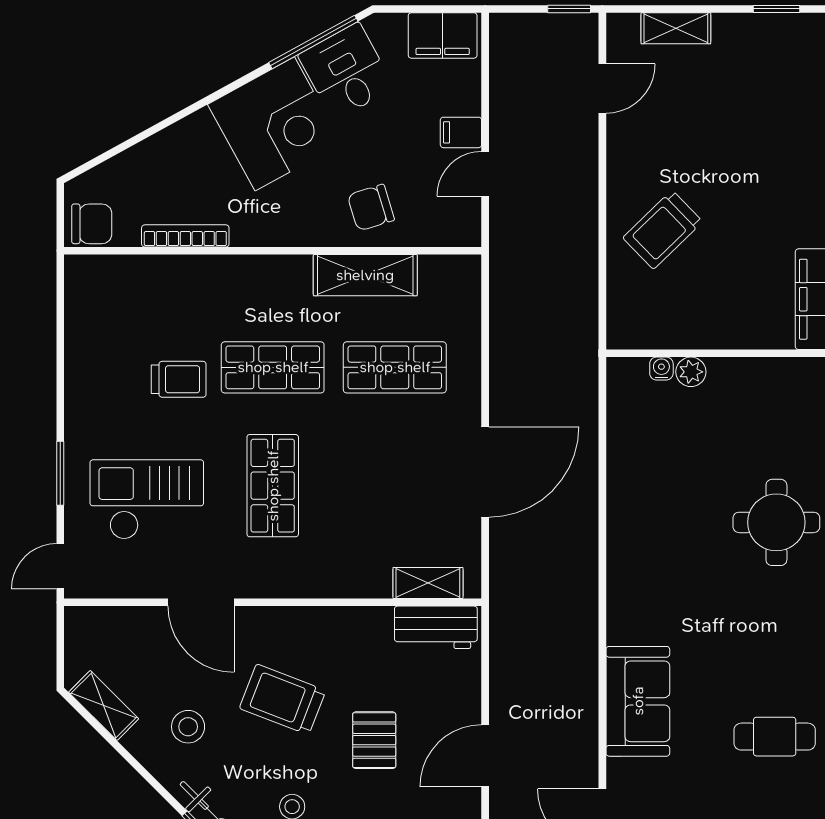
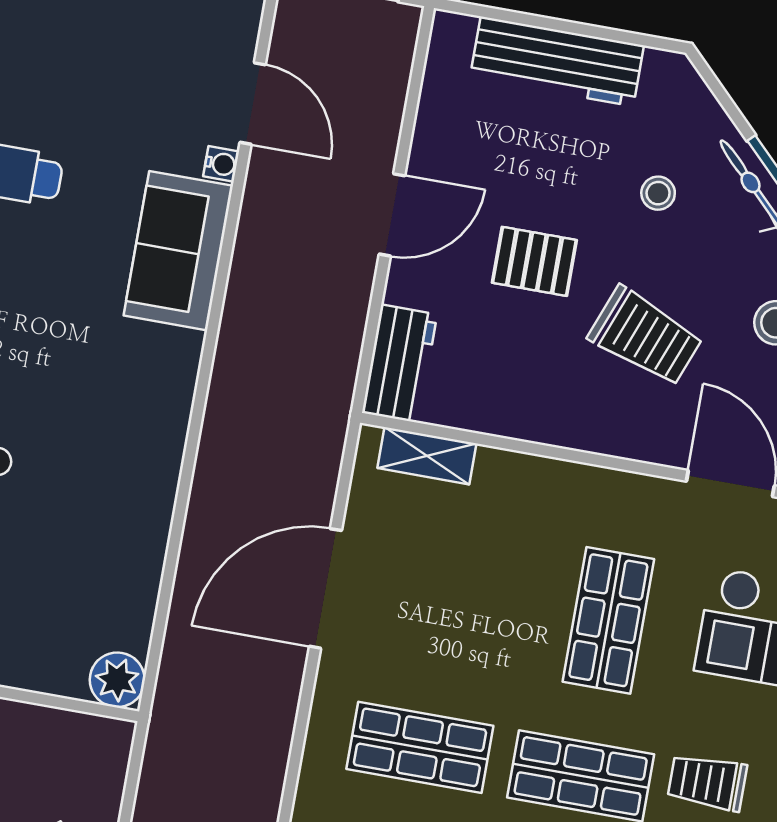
water cooler: (661, 369) -> (221, 164), moved, turned -90
plant: (691, 372) -> (117, 680), moved, width x1.38, depth x1.38
workbench: (436, 627) -> (399, 364), moved, turned 90
pallet: (374, 740) -> (534, 261), turned 90

